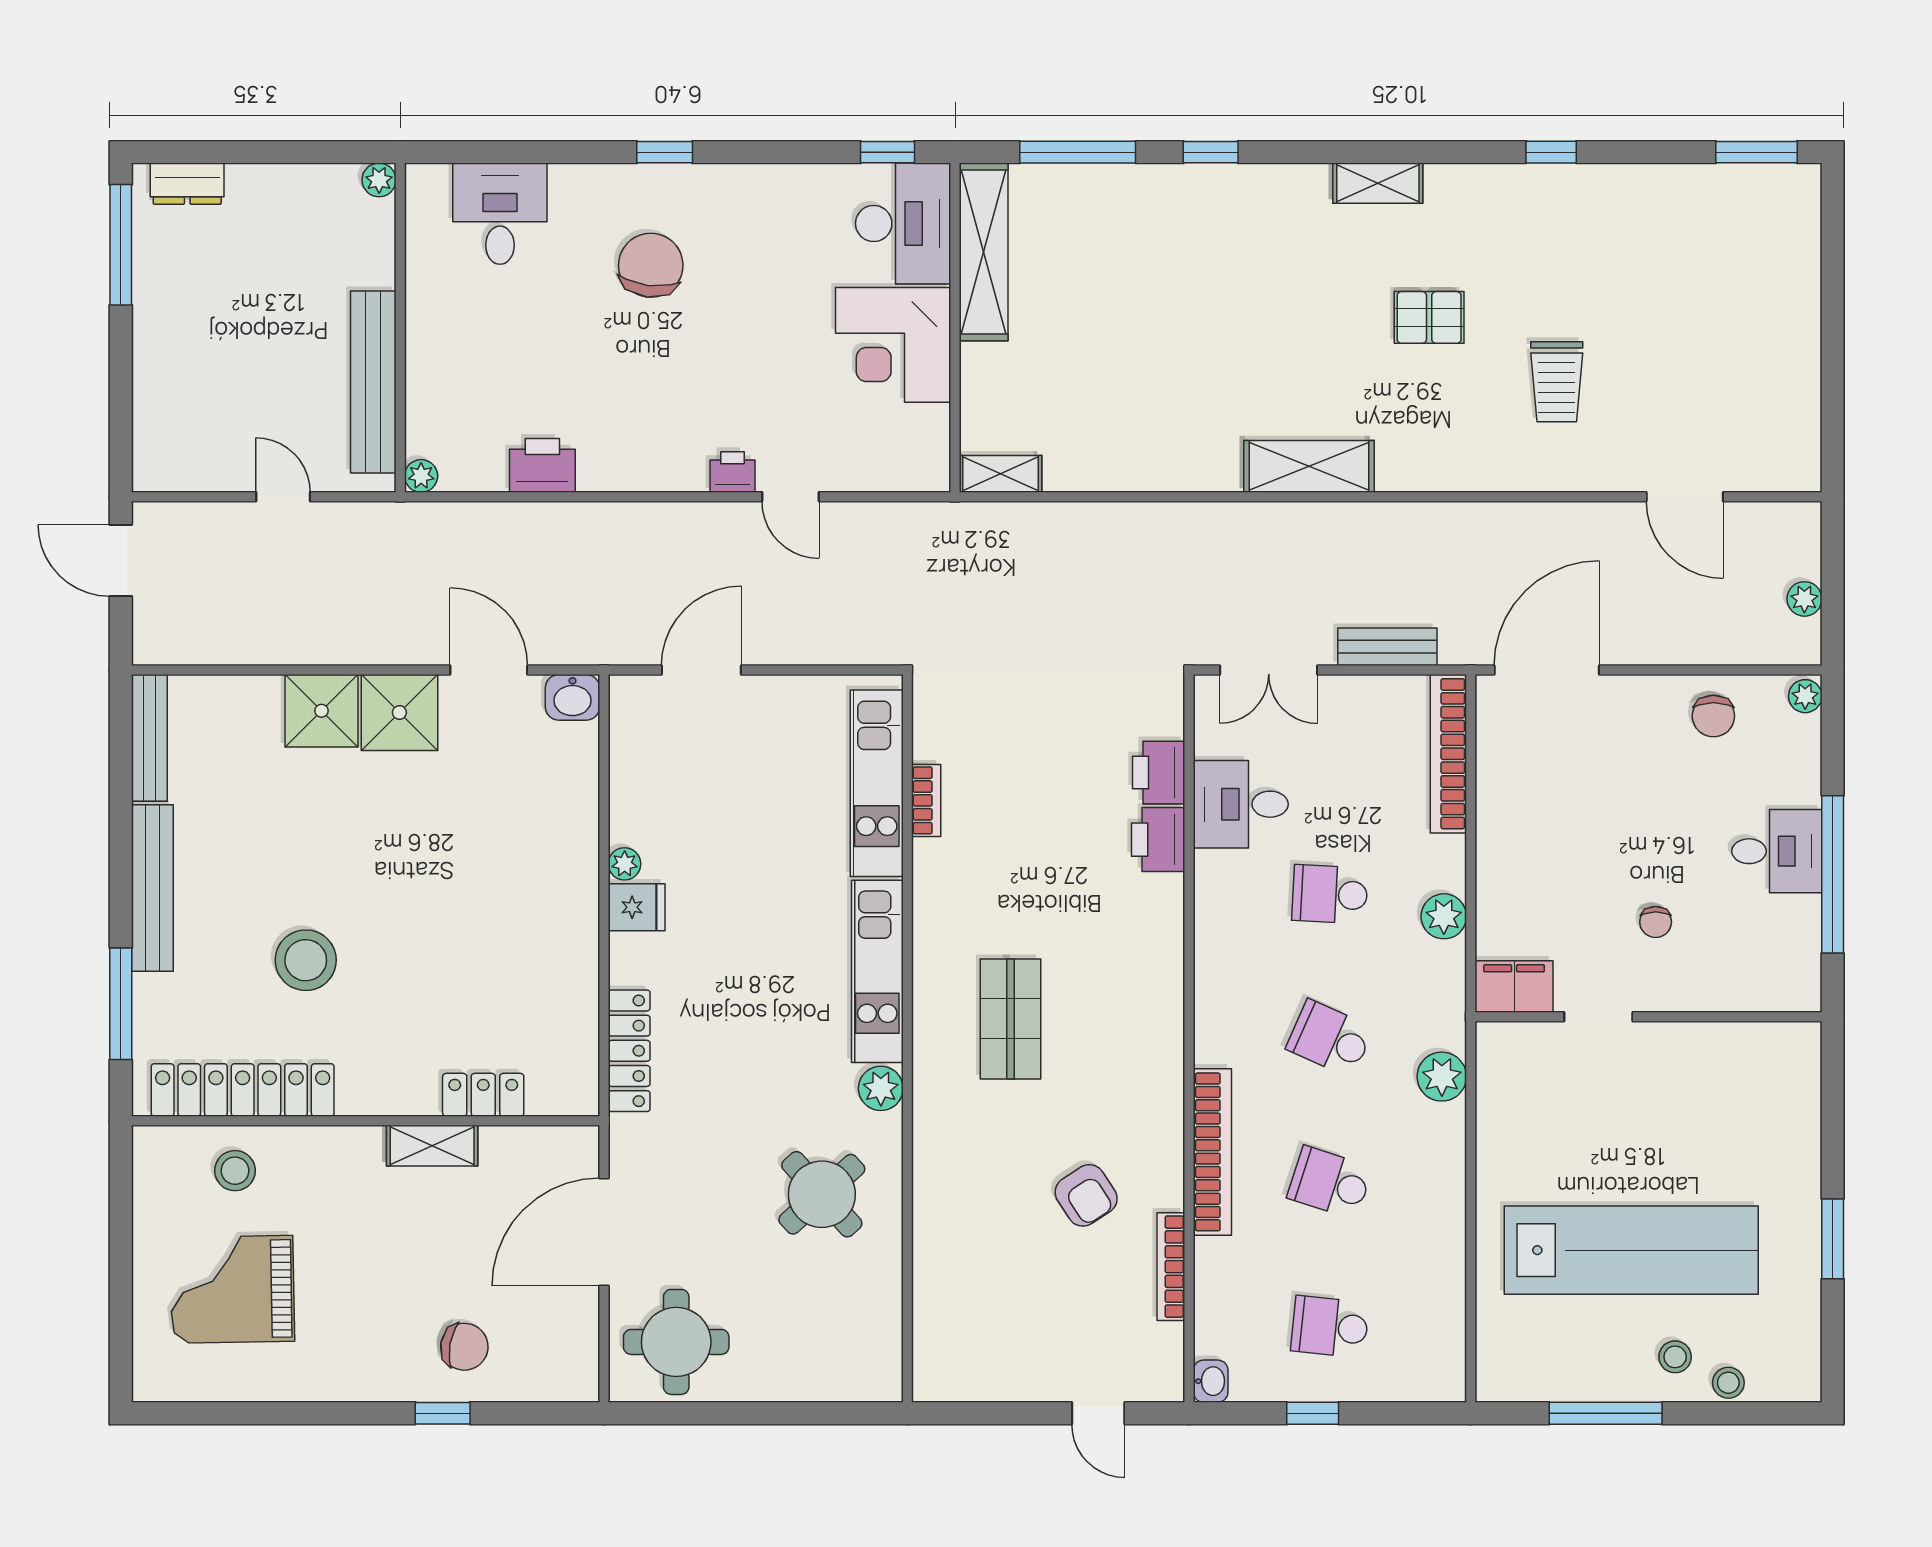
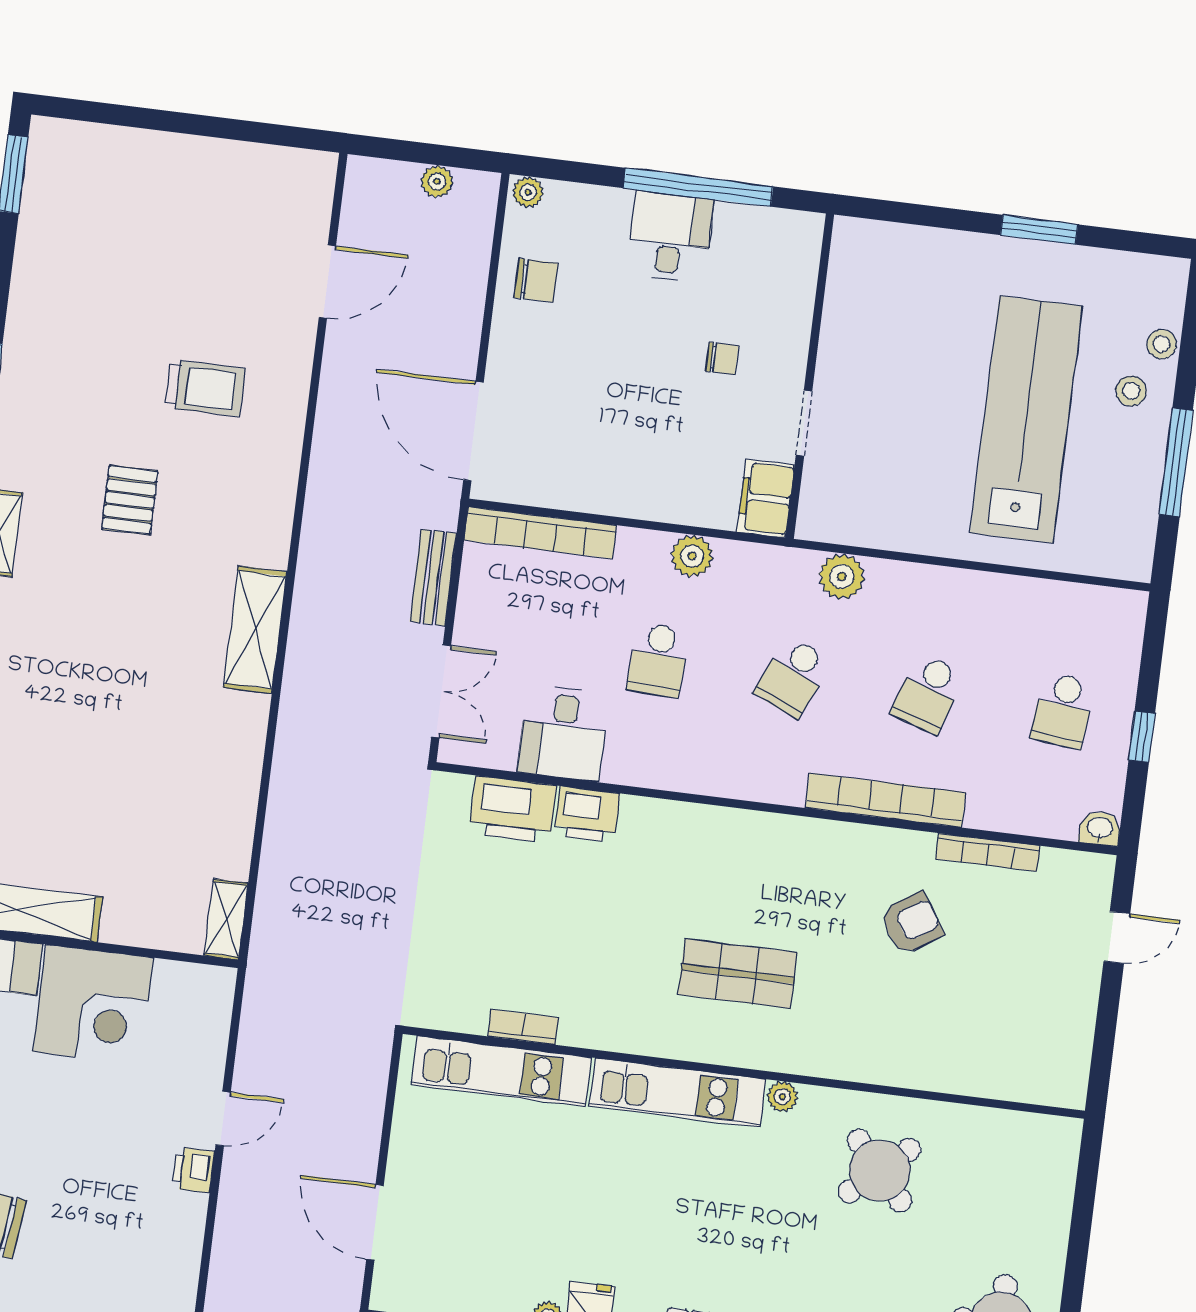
printer: (1159, 773) -> (513, 809), width x1.37, depth x1.19
plant: (881, 1088) -> (782, 1097), width x0.73, depth x0.73

